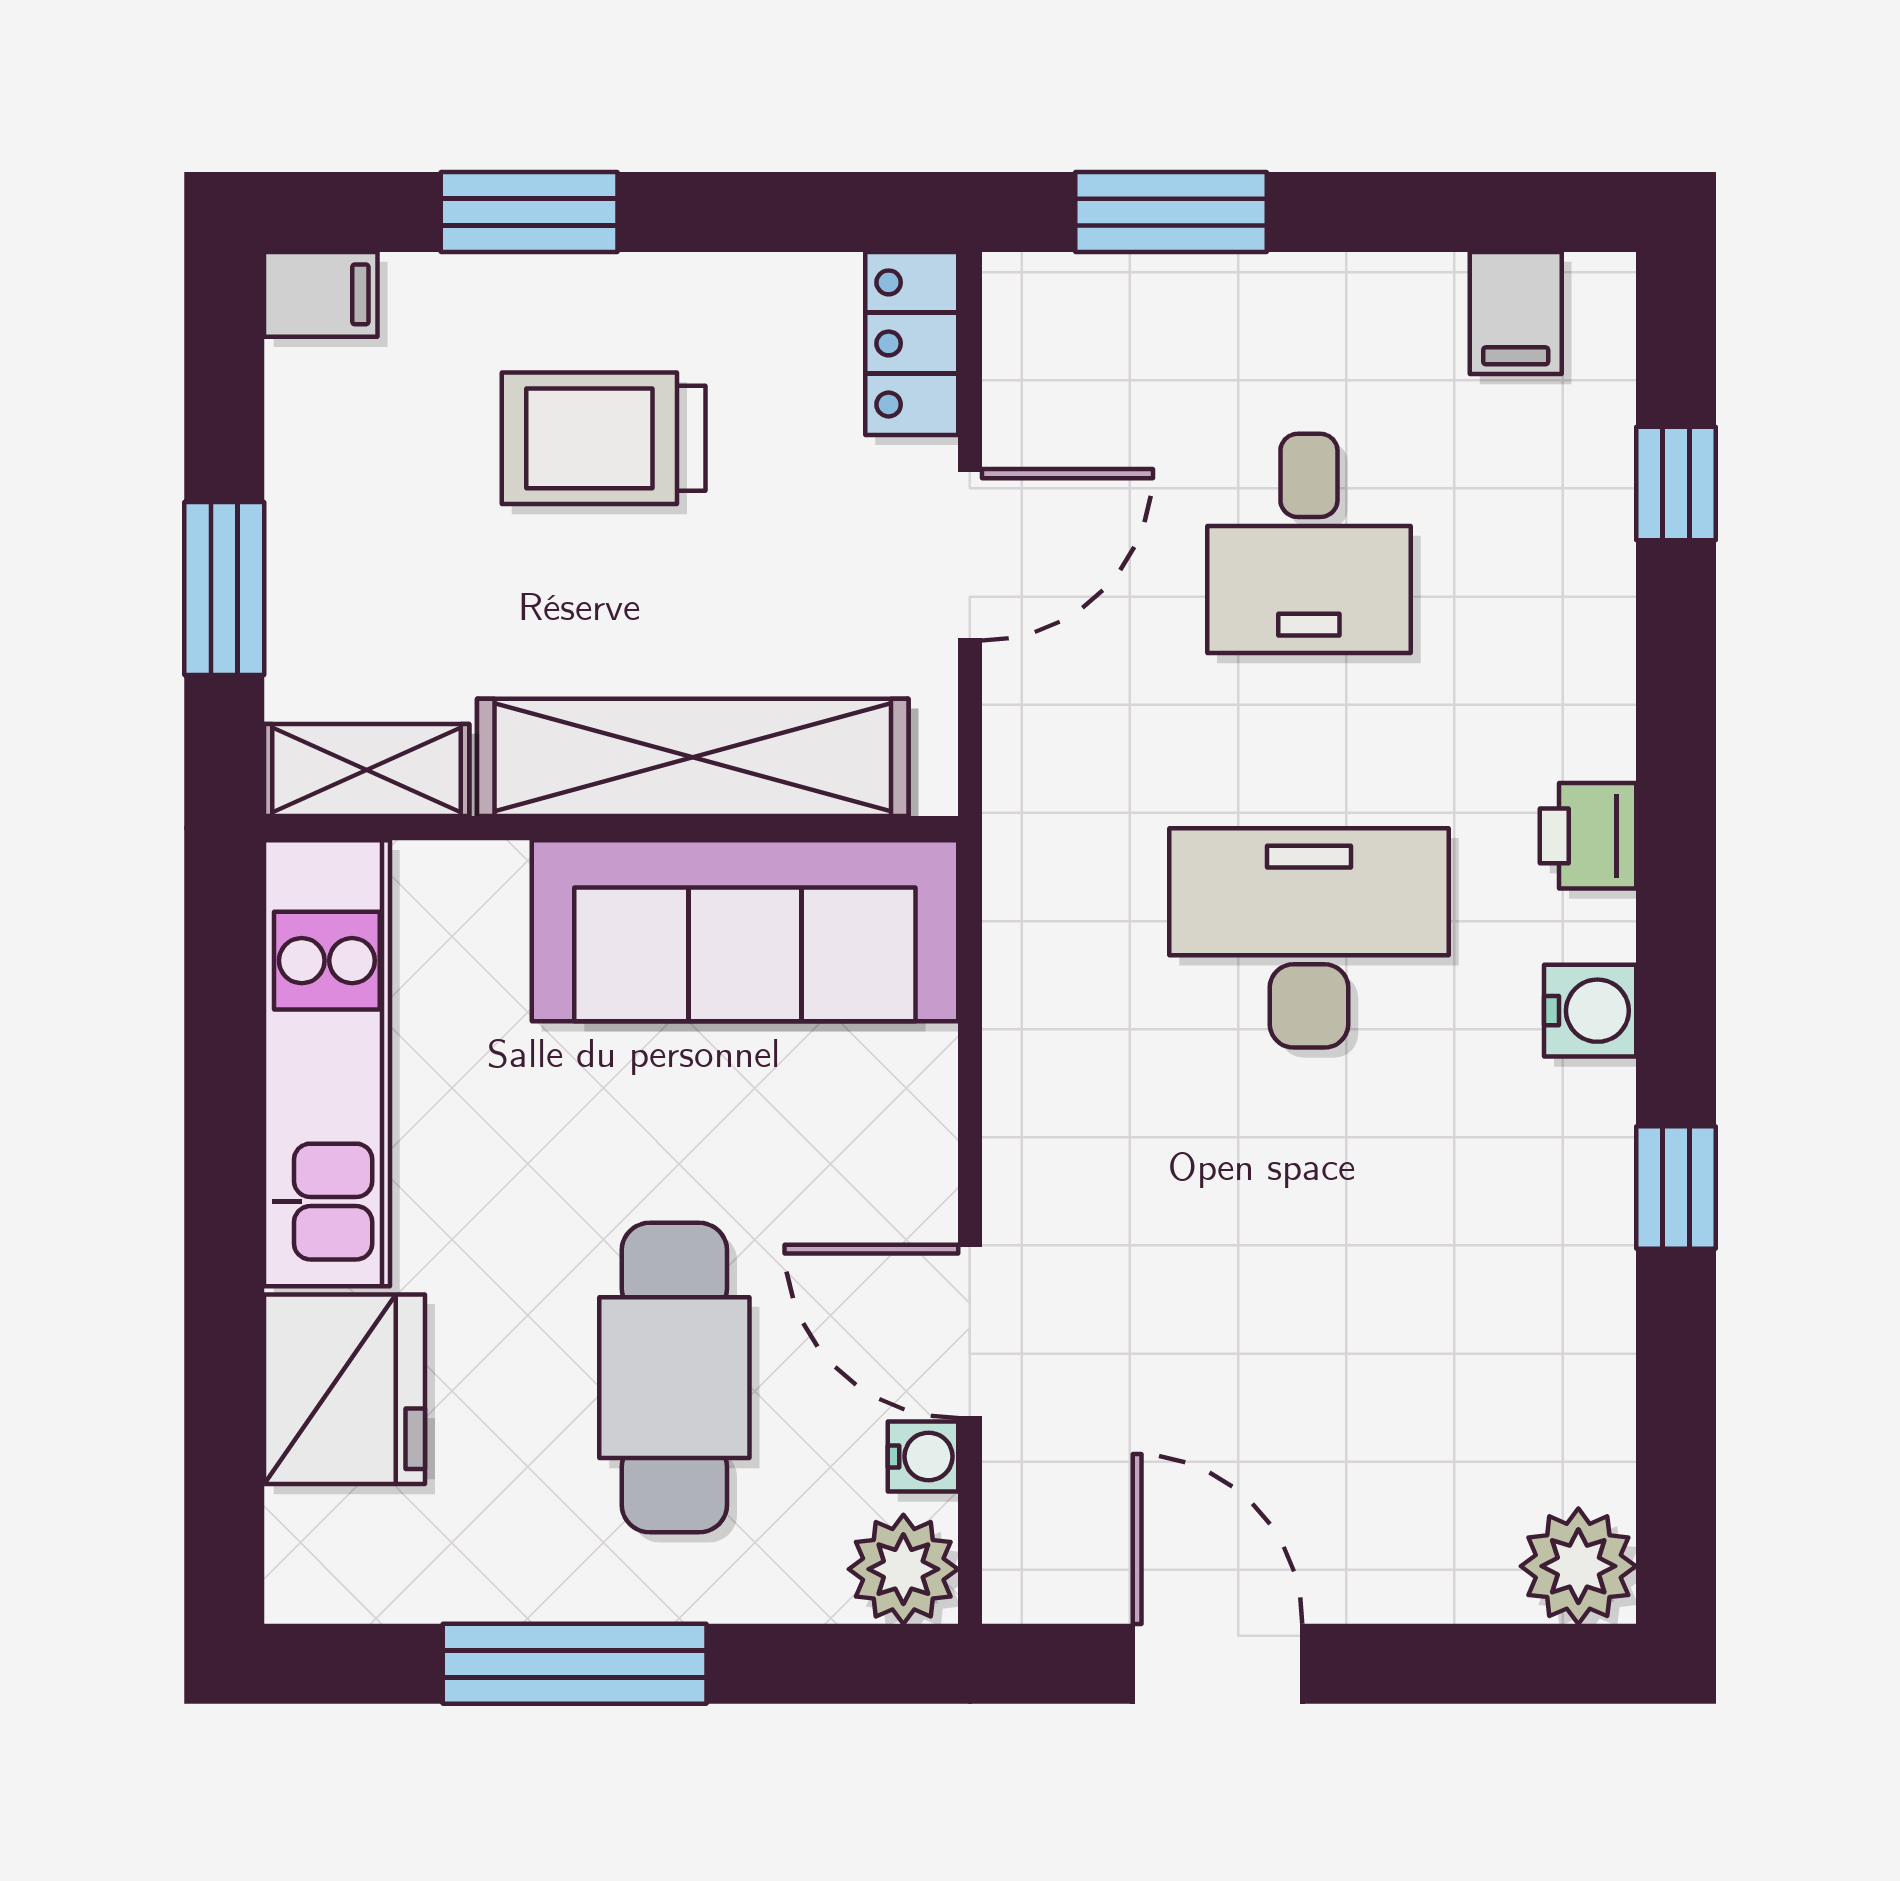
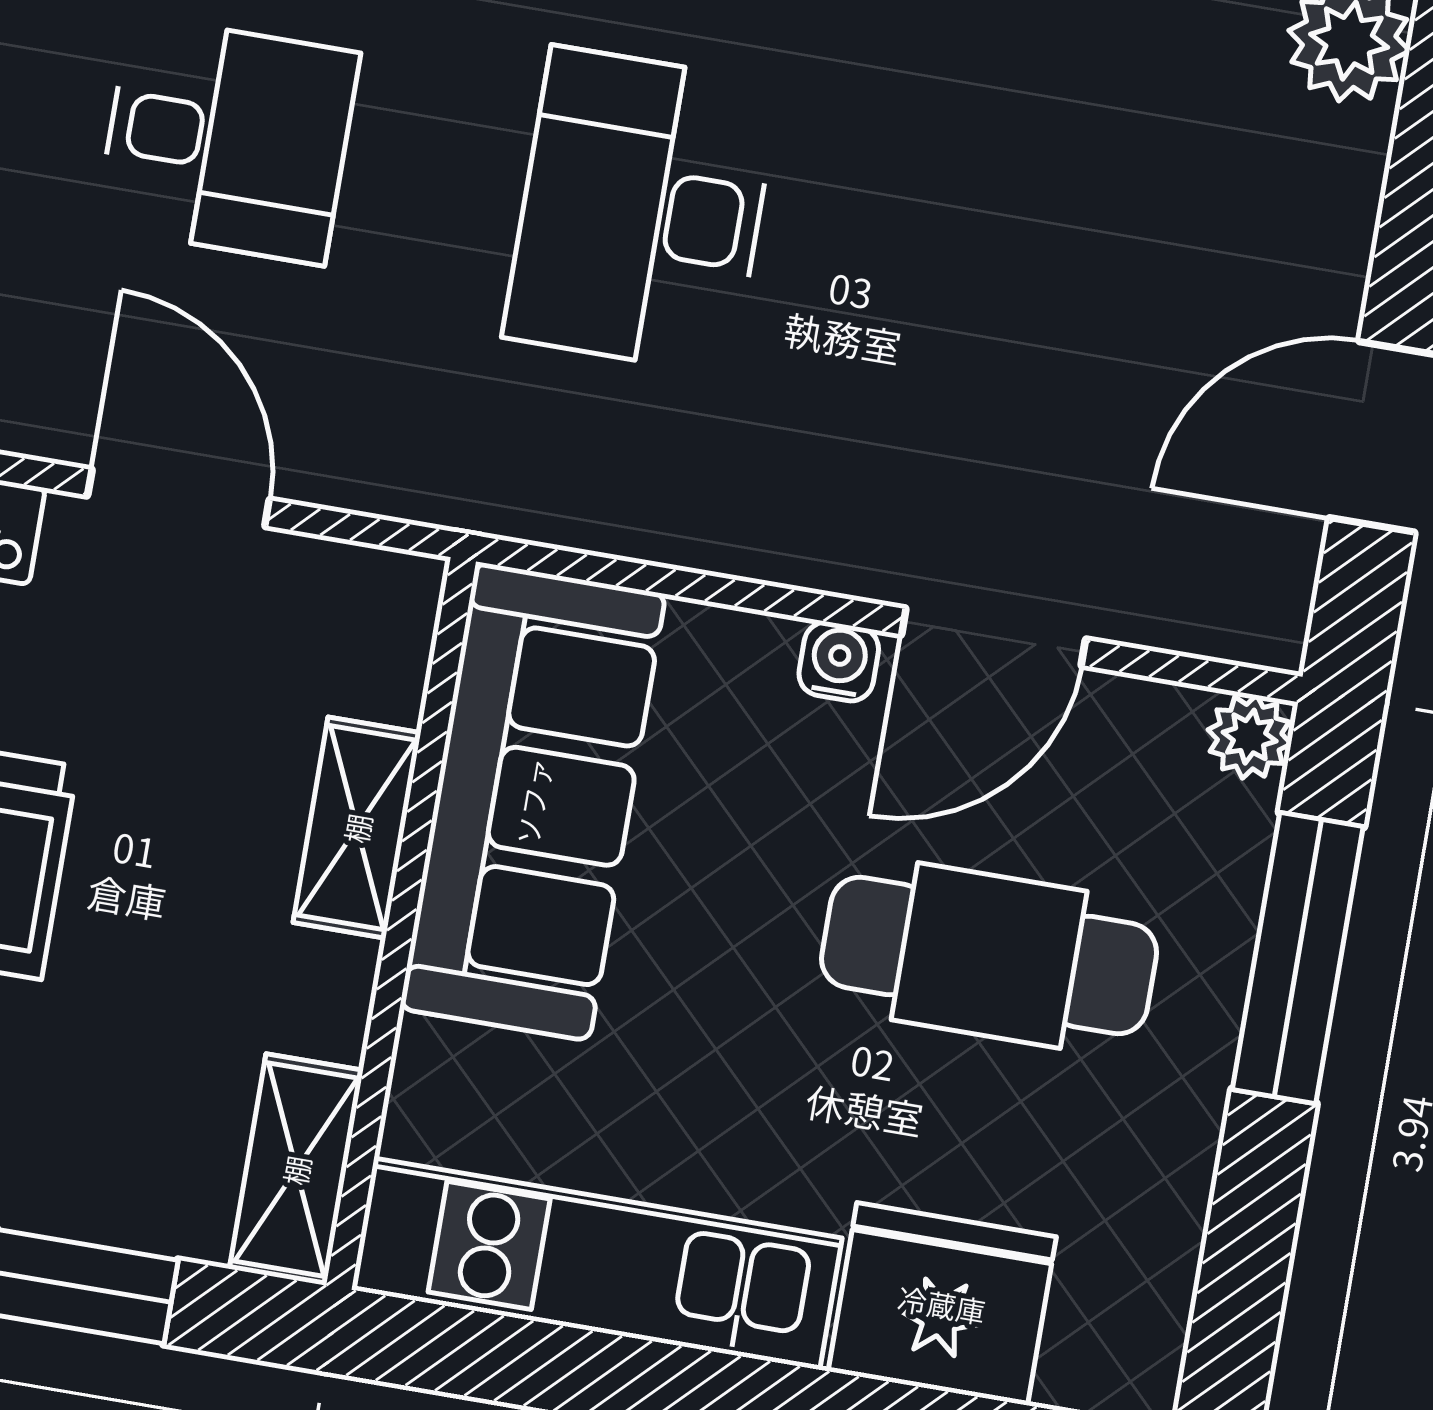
shelving: (693, 757) -> (357, 828), width x0.45, depth x0.75
water cooler: (923, 1457) -> (839, 661), moved
plant: (903, 1569) -> (1250, 737), width x0.73, depth x0.73
window: (575, 1664) -> (1298, 958), moved

